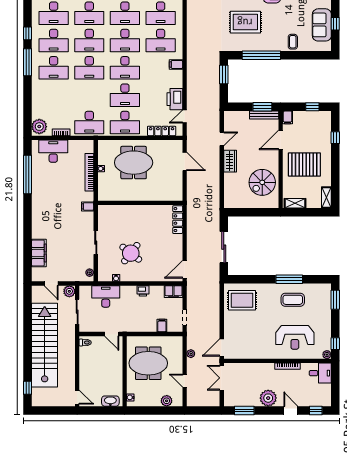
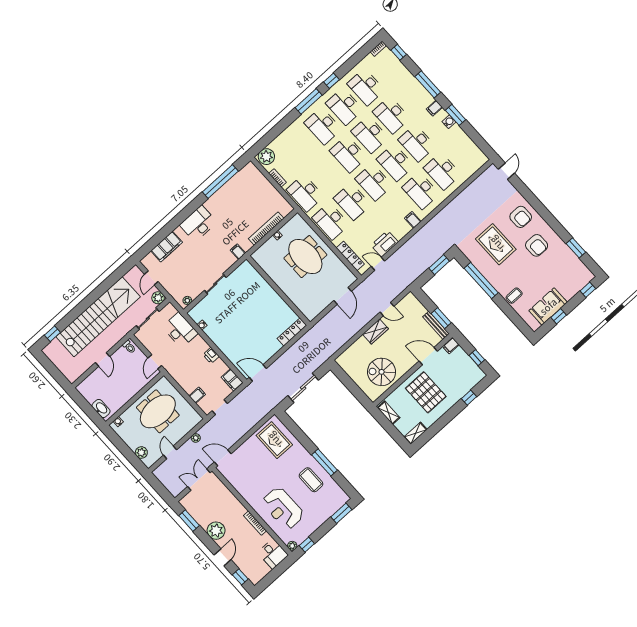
desk: (53, 151) -> (198, 224), moved, turned -90
round table: (131, 253) -> (232, 319), removed
meeting table: (148, 363) -> (158, 411), turned 90
door: (77, 397) -> (103, 359), moved

